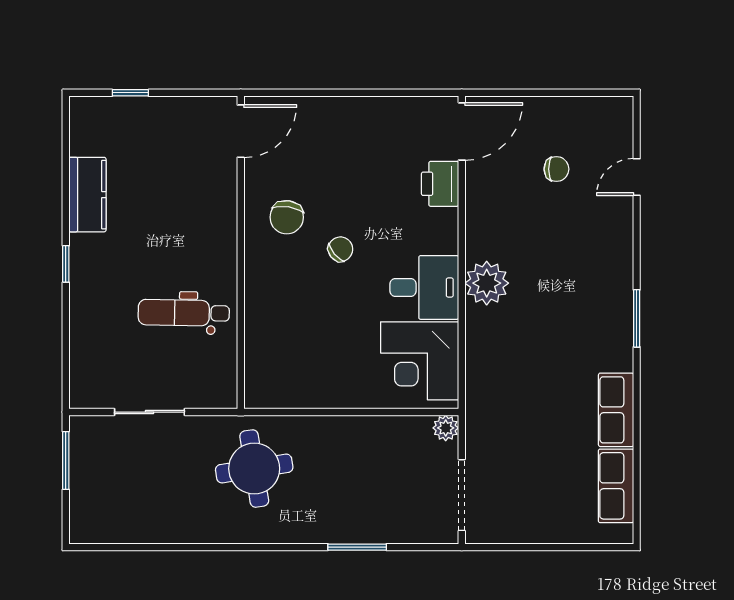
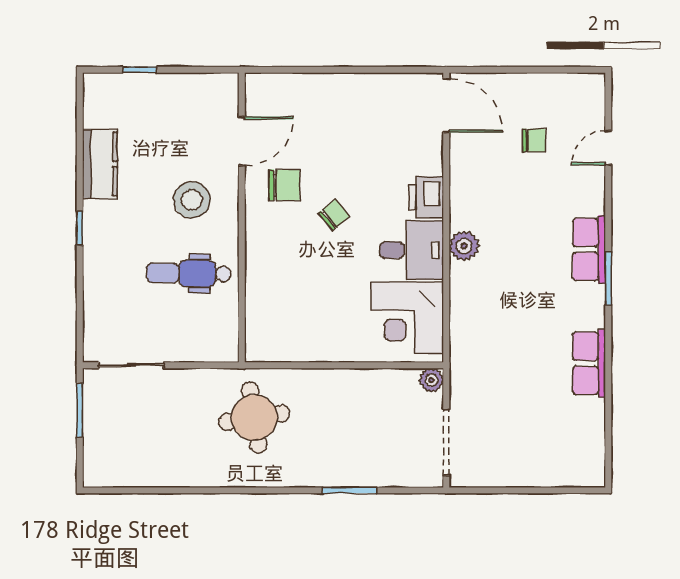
door: (241, 131) -> (242, 141), moved
door: (462, 131) -> (446, 106), hinge flipped
printer: (440, 184) -> (426, 197), moved
chair: (287, 217) -> (284, 185), turned -99
stool: (187, 233) -> (192, 200), added
plant: (487, 283) -> (464, 246), width x0.73, depth x0.73
sliding door: (150, 412) -> (131, 365), moved
row of seats: (616, 486) -> (589, 250), moved

